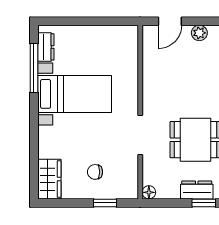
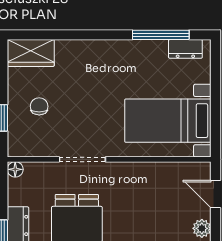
bed with nightstands: (75, 94) -> (168, 121), moved, turned 90

